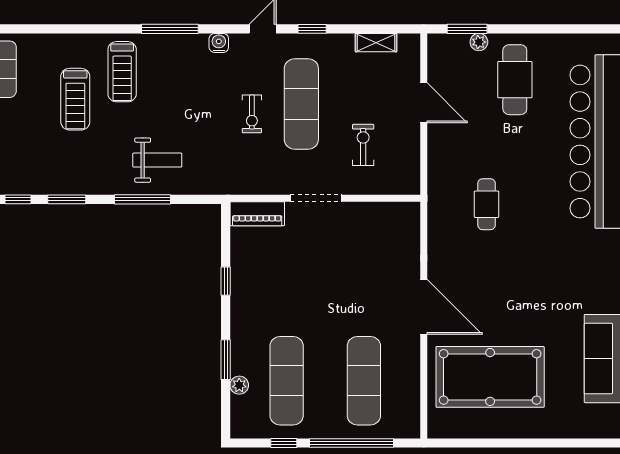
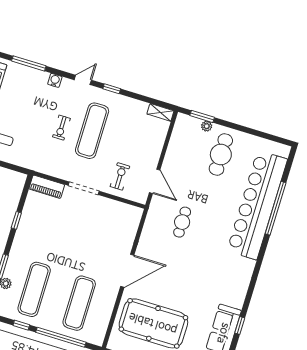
shelving: (376, 43) -> (160, 112), moved
door: (424, 103) -> (155, 181), moved
exercise bike: (363, 145) -> (120, 176), moved
door: (424, 307) -> (127, 271), hinge flipped

